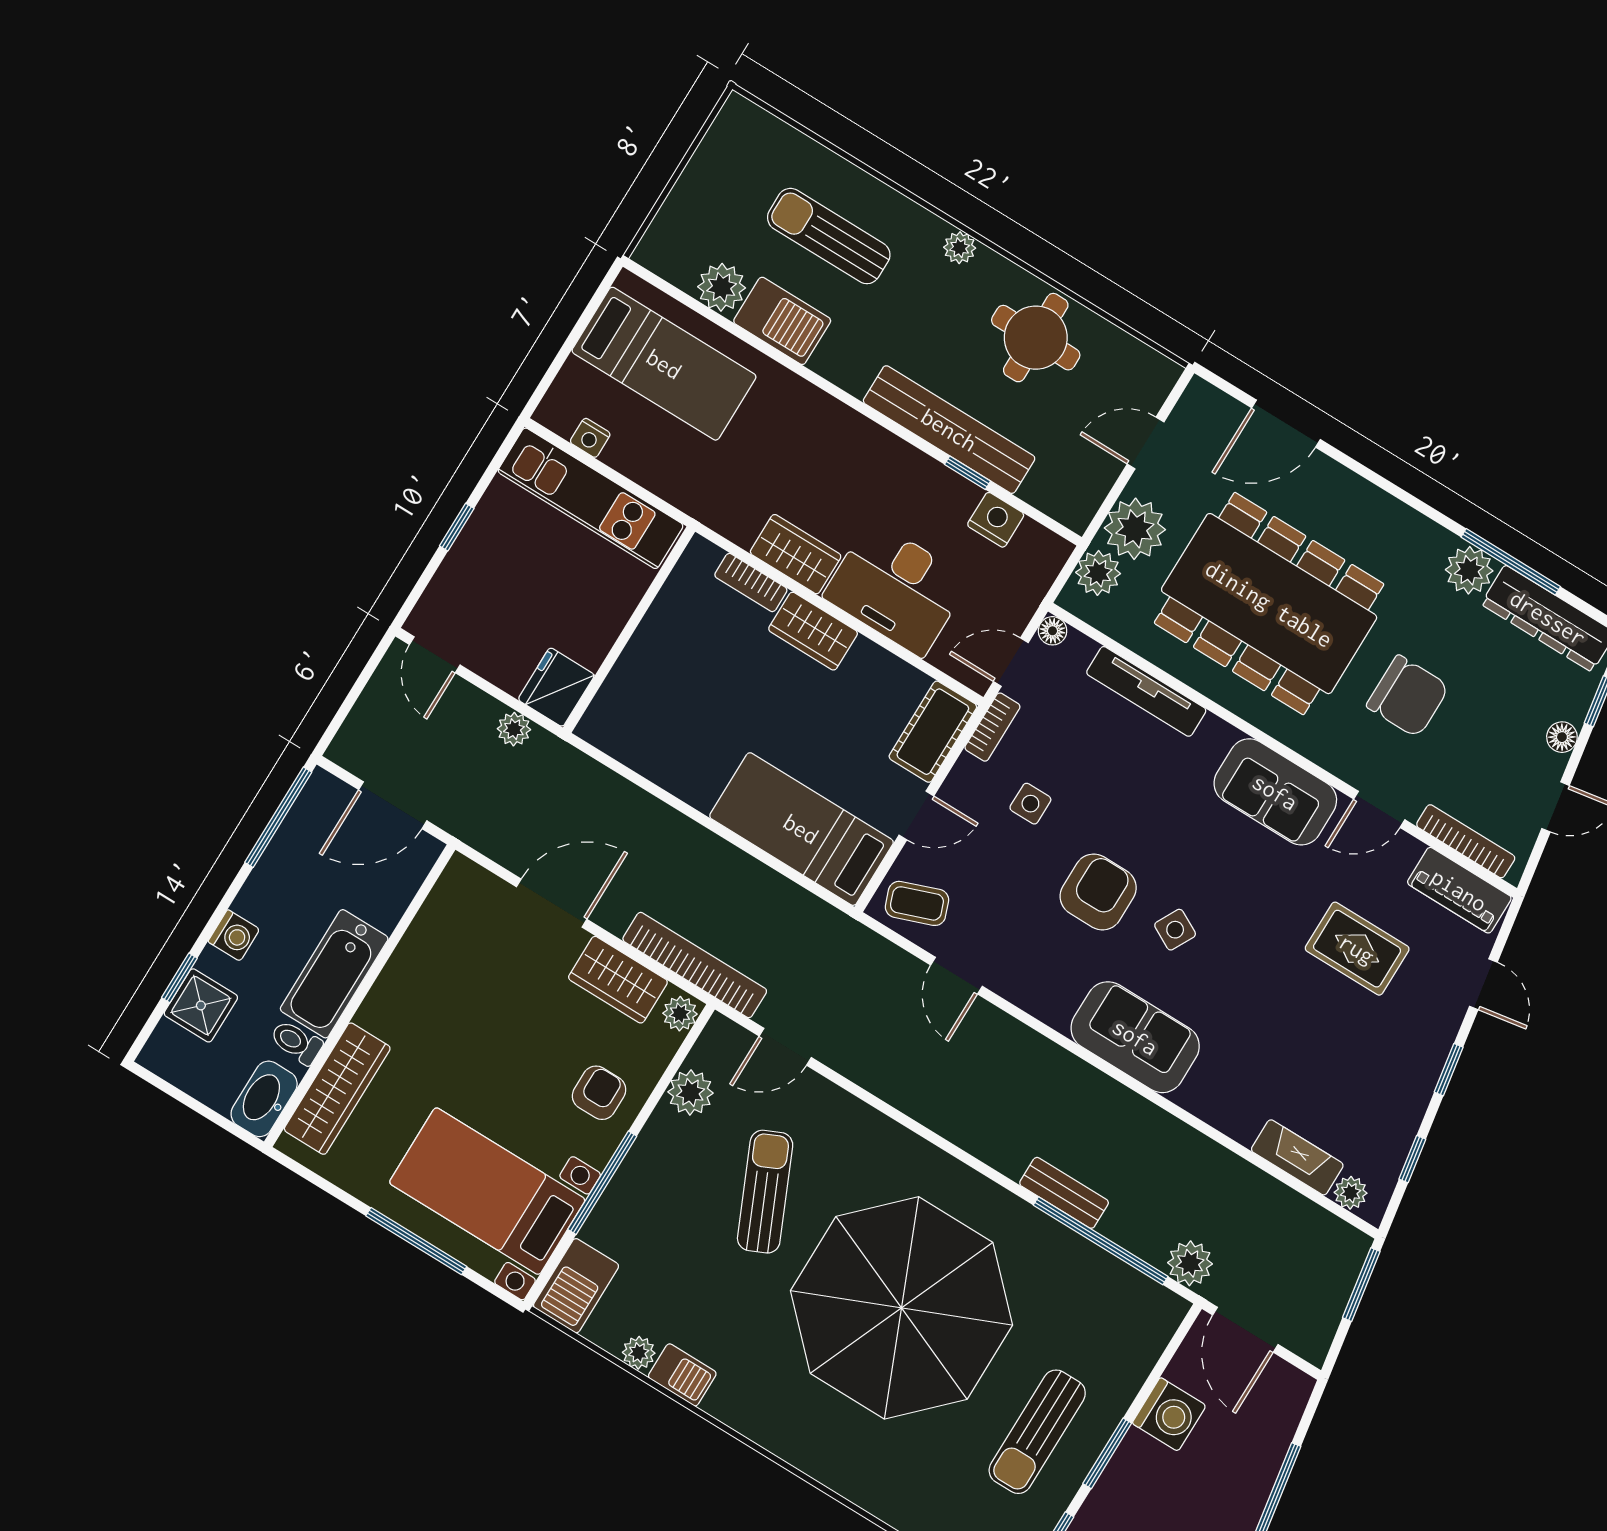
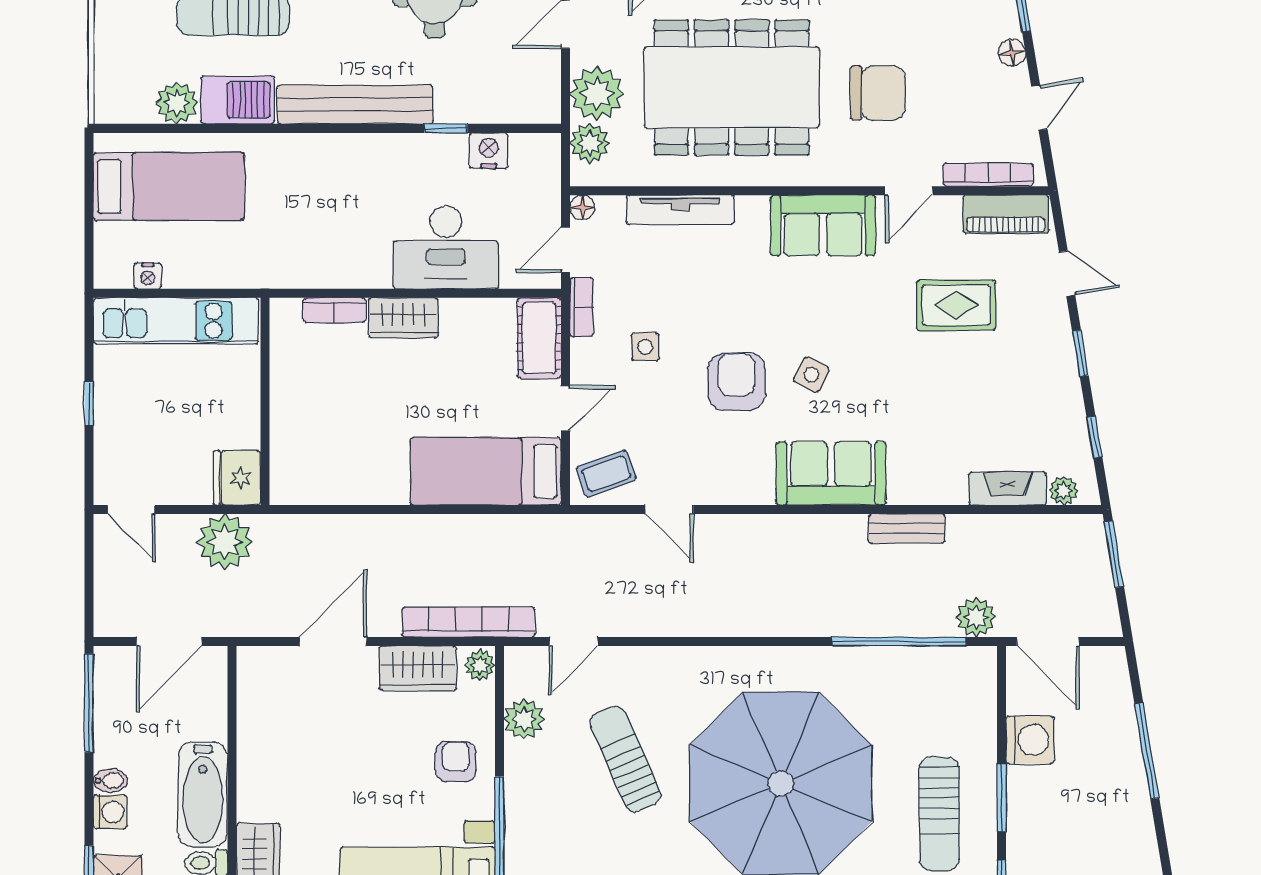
bench: (949, 430) -> (355, 105), moved
wardrobe: (796, 554) -> (355, 268), removed
plant: (514, 729) -> (225, 542), width x1.87, depth x1.87
bidet: (253, 905) -> (110, 781), added
bench: (1064, 1193) -> (907, 529), moved

